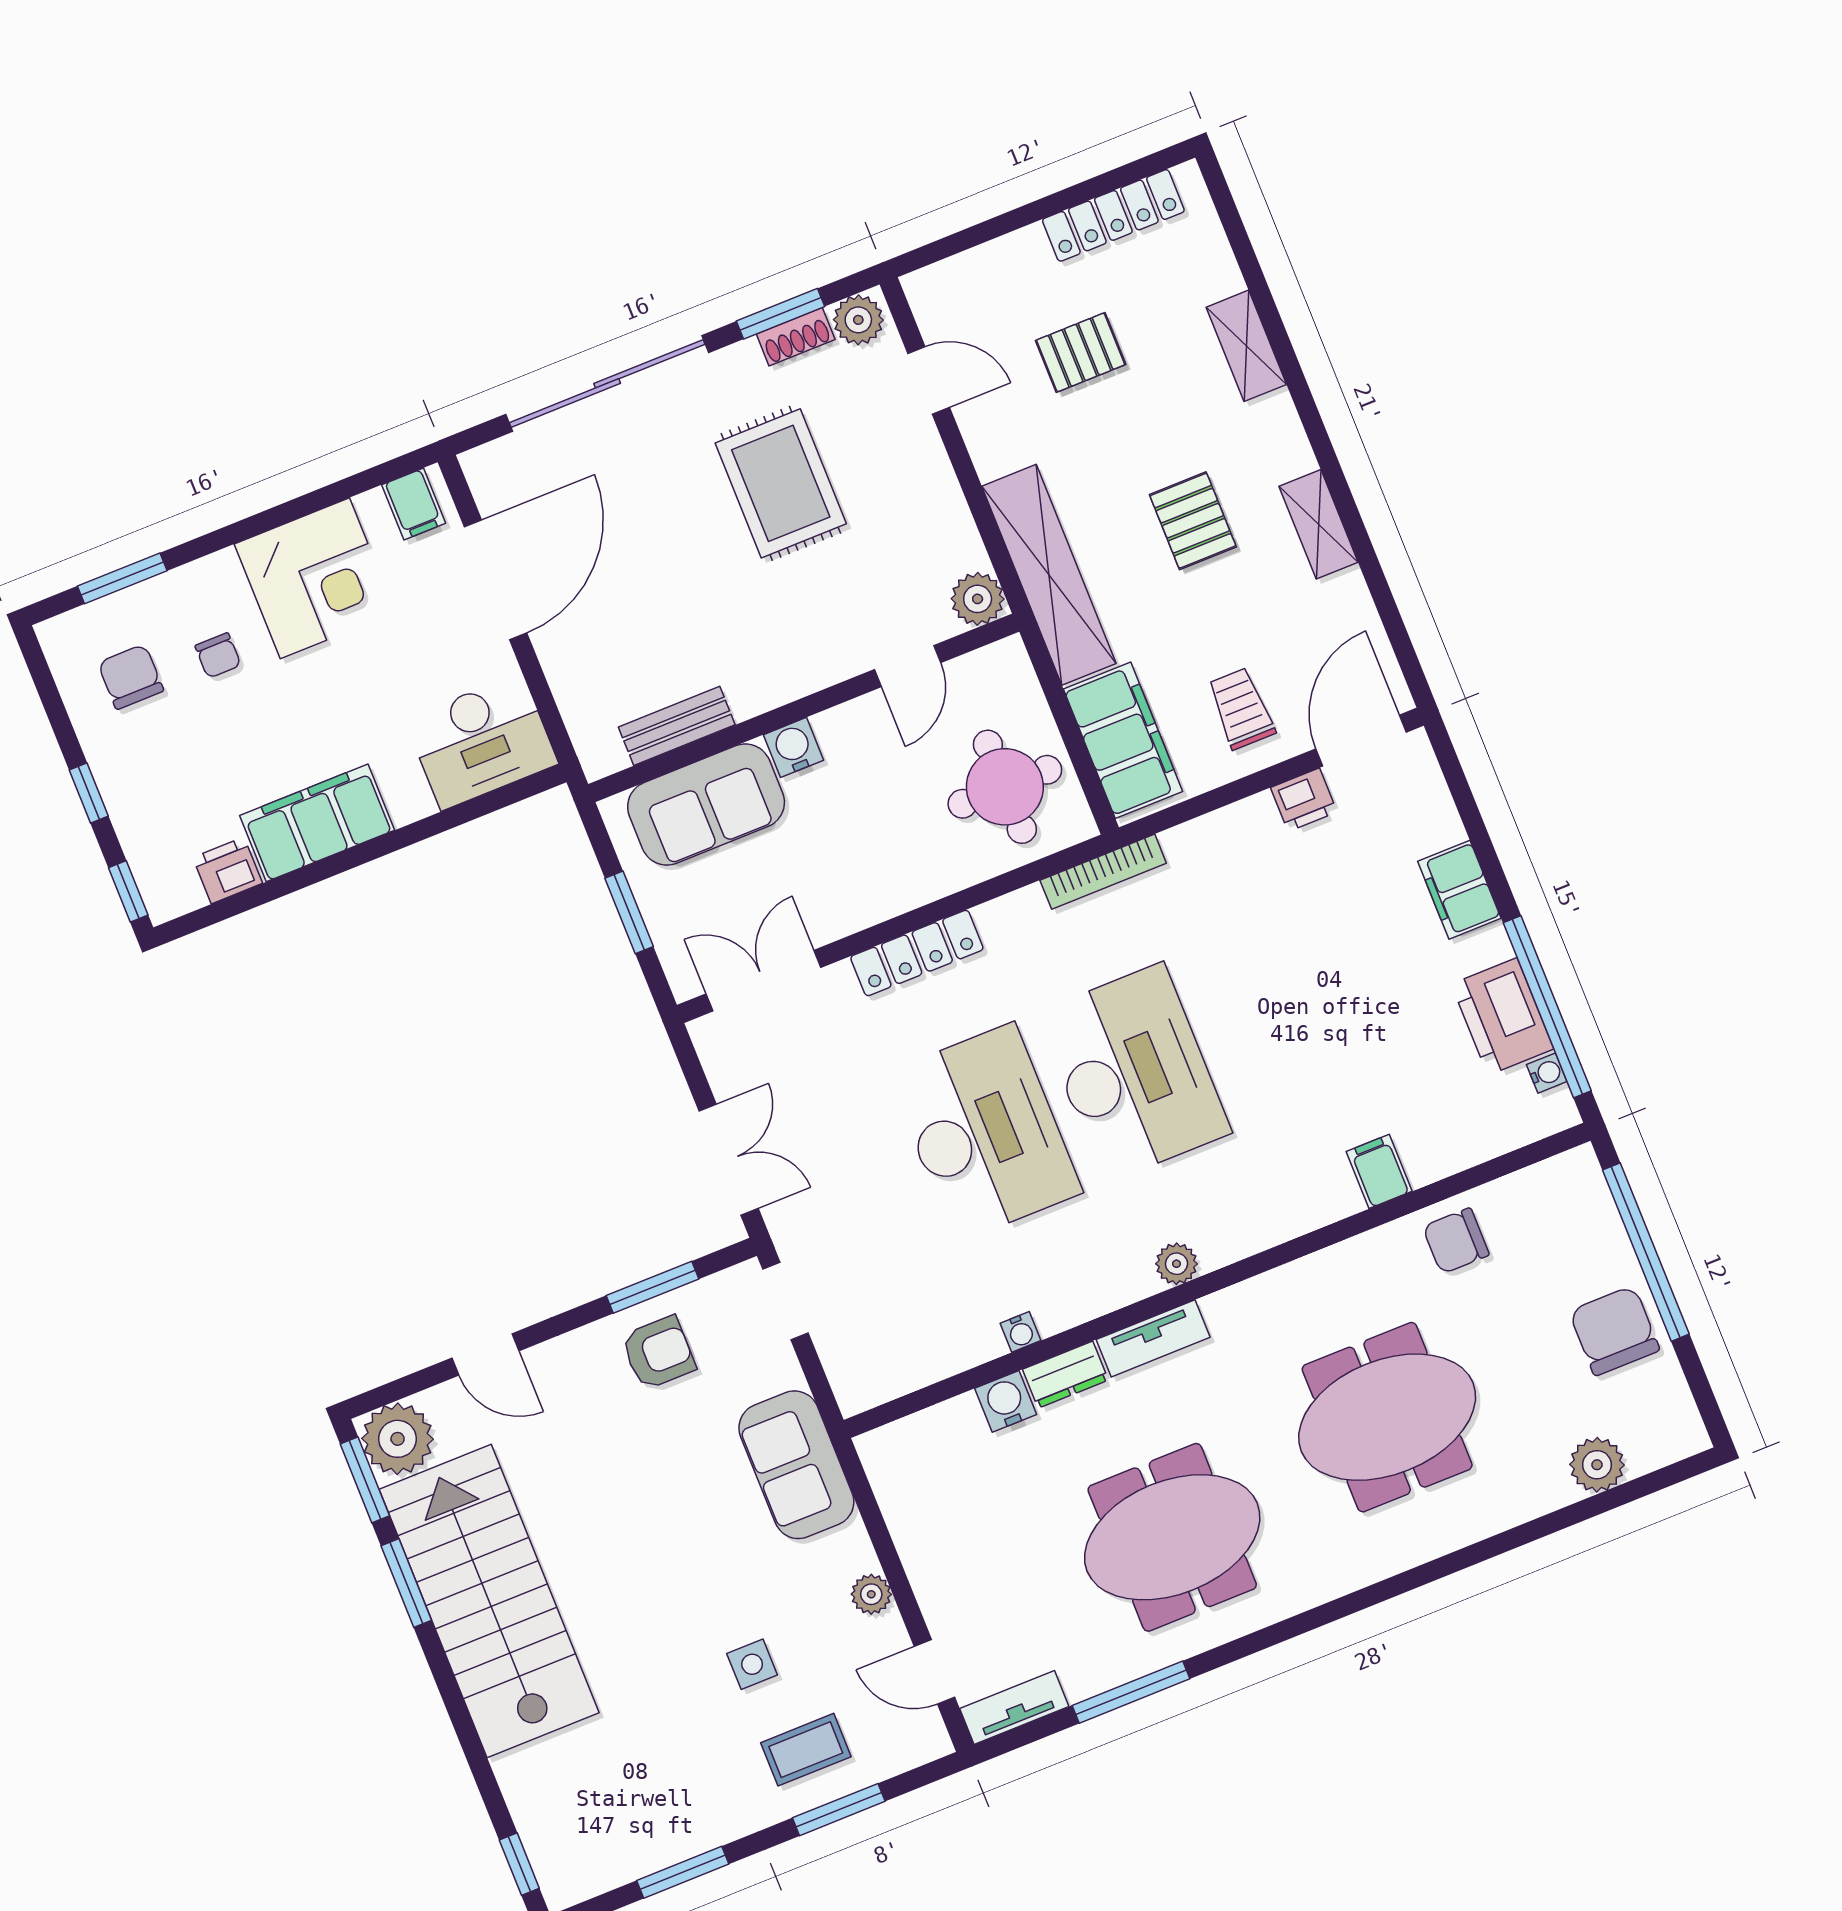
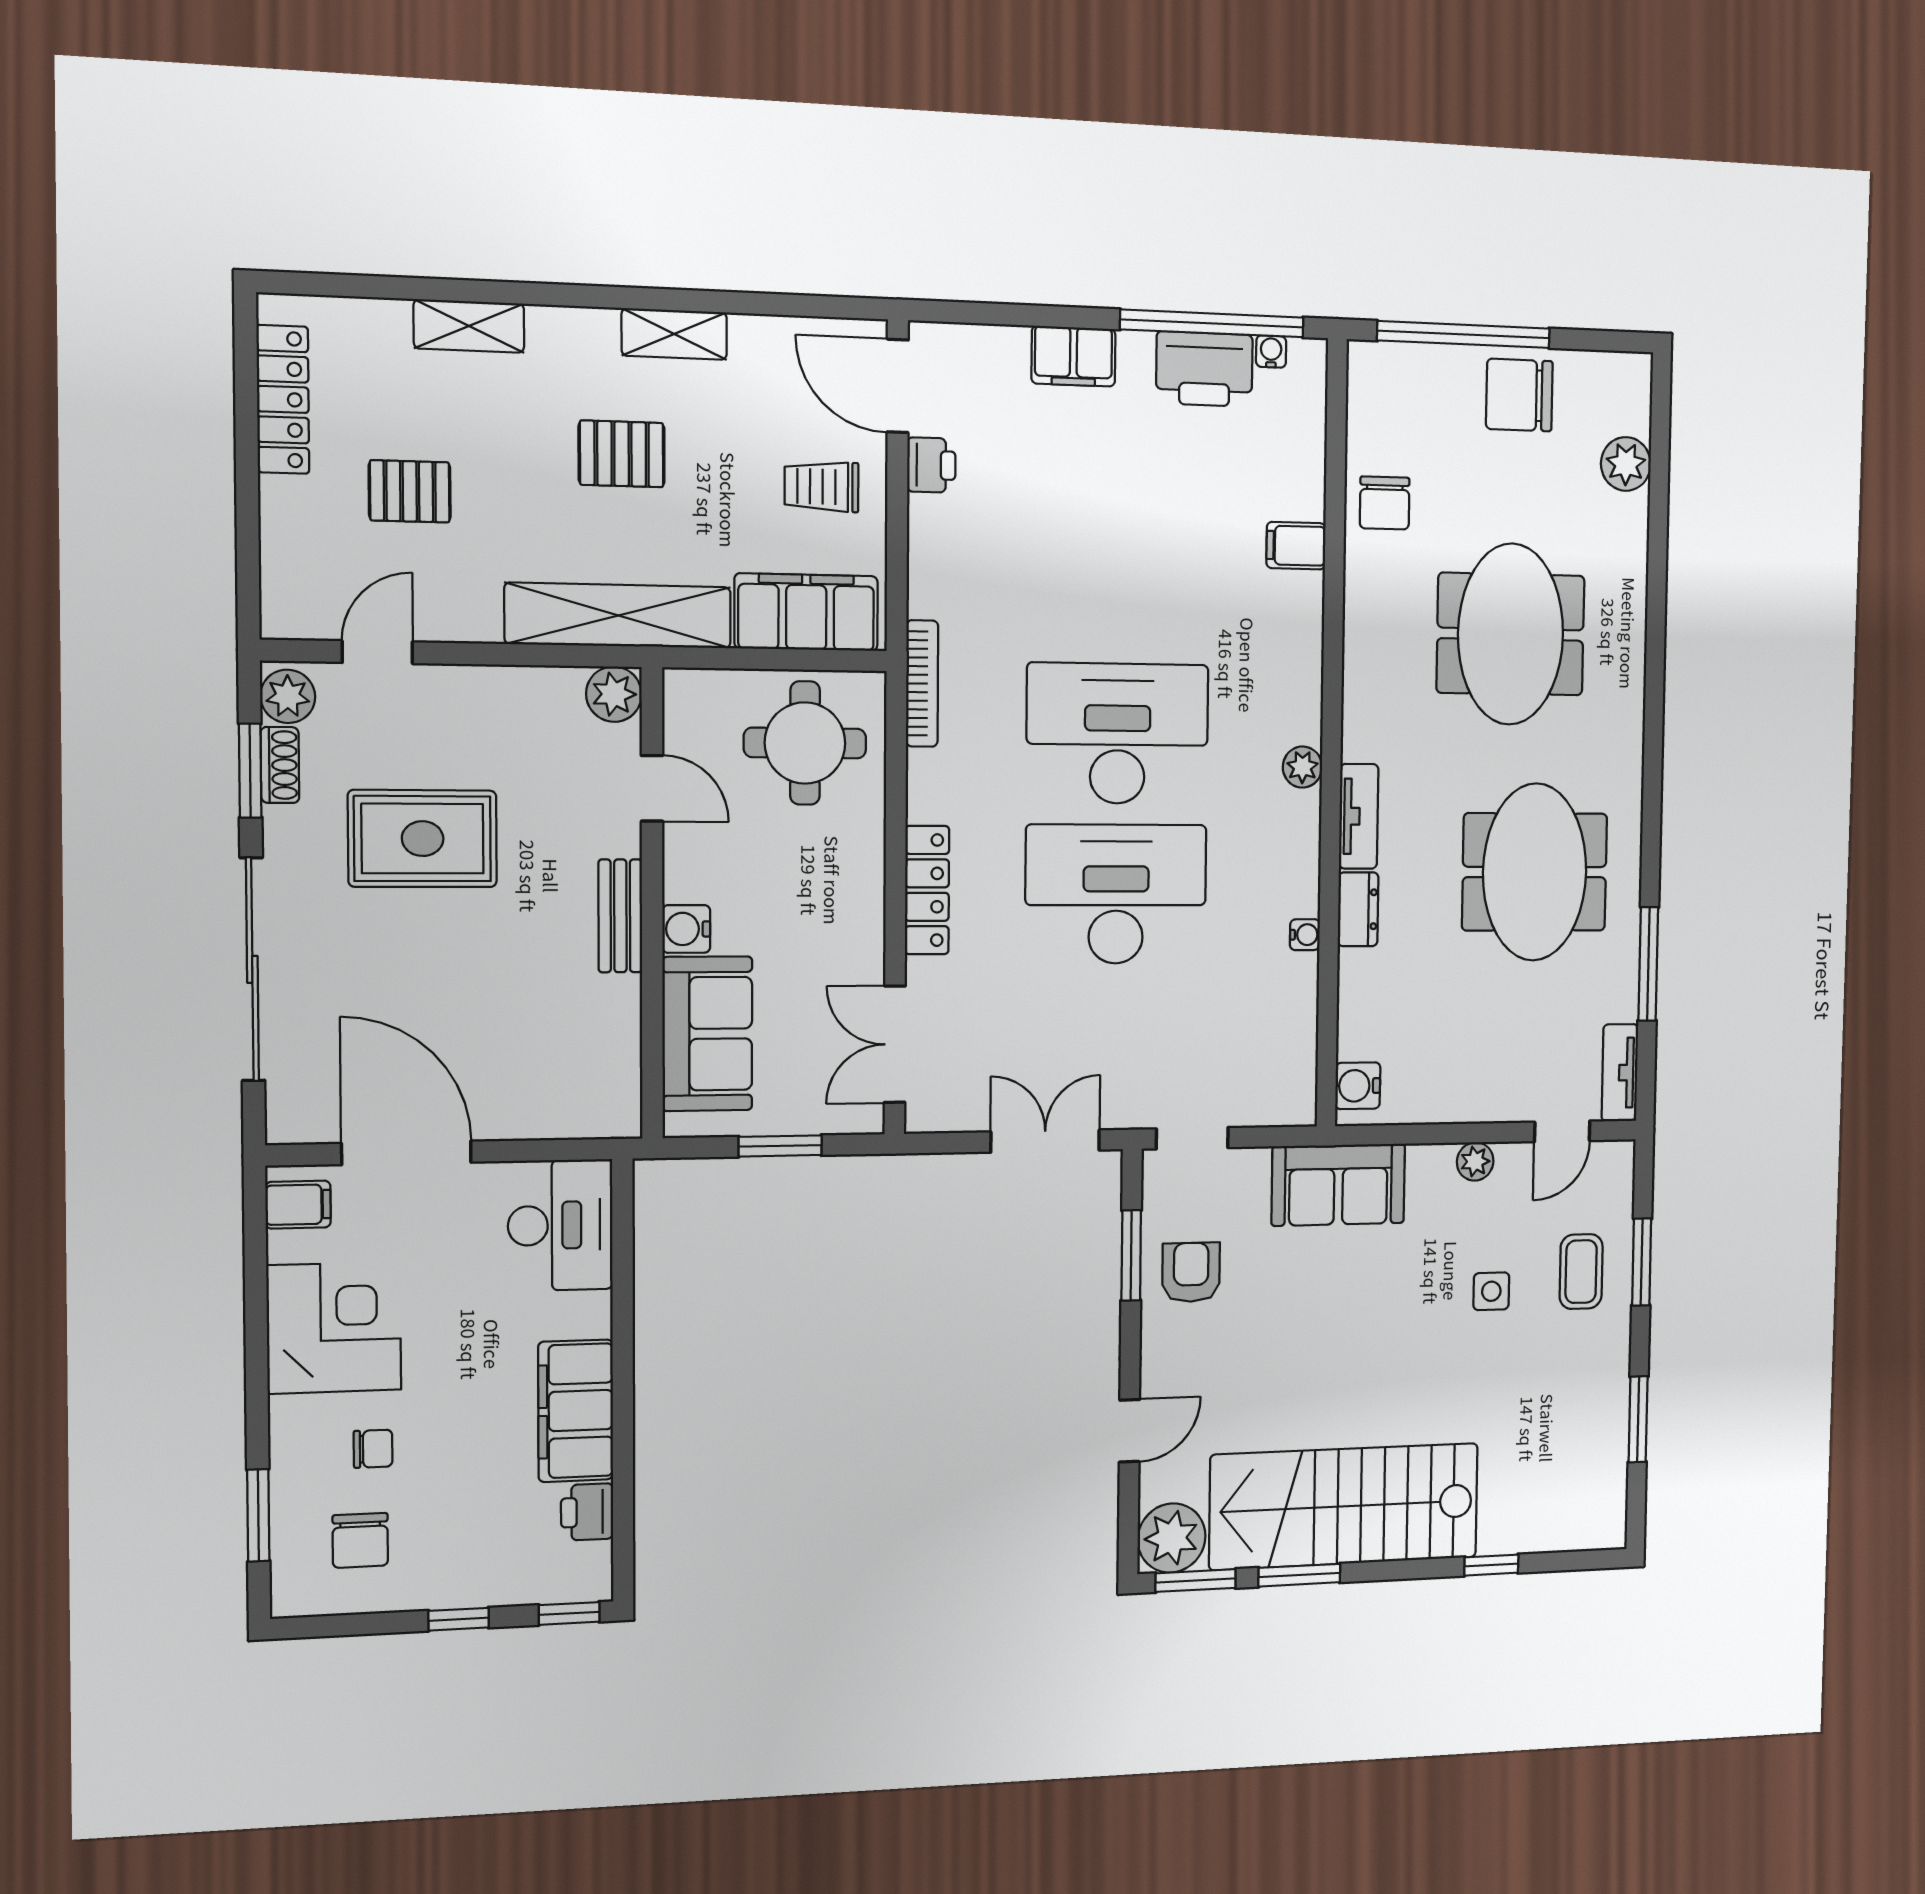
pallet: (1081, 352) -> (410, 491), turned 90
chair: (131, 677) -> (360, 1540), turned -90
bench: (677, 726) -> (620, 916), moved
water cooler: (1006, 1401) -> (1358, 1086), moved
window: (519, 1864) -> (1491, 1565), moved

